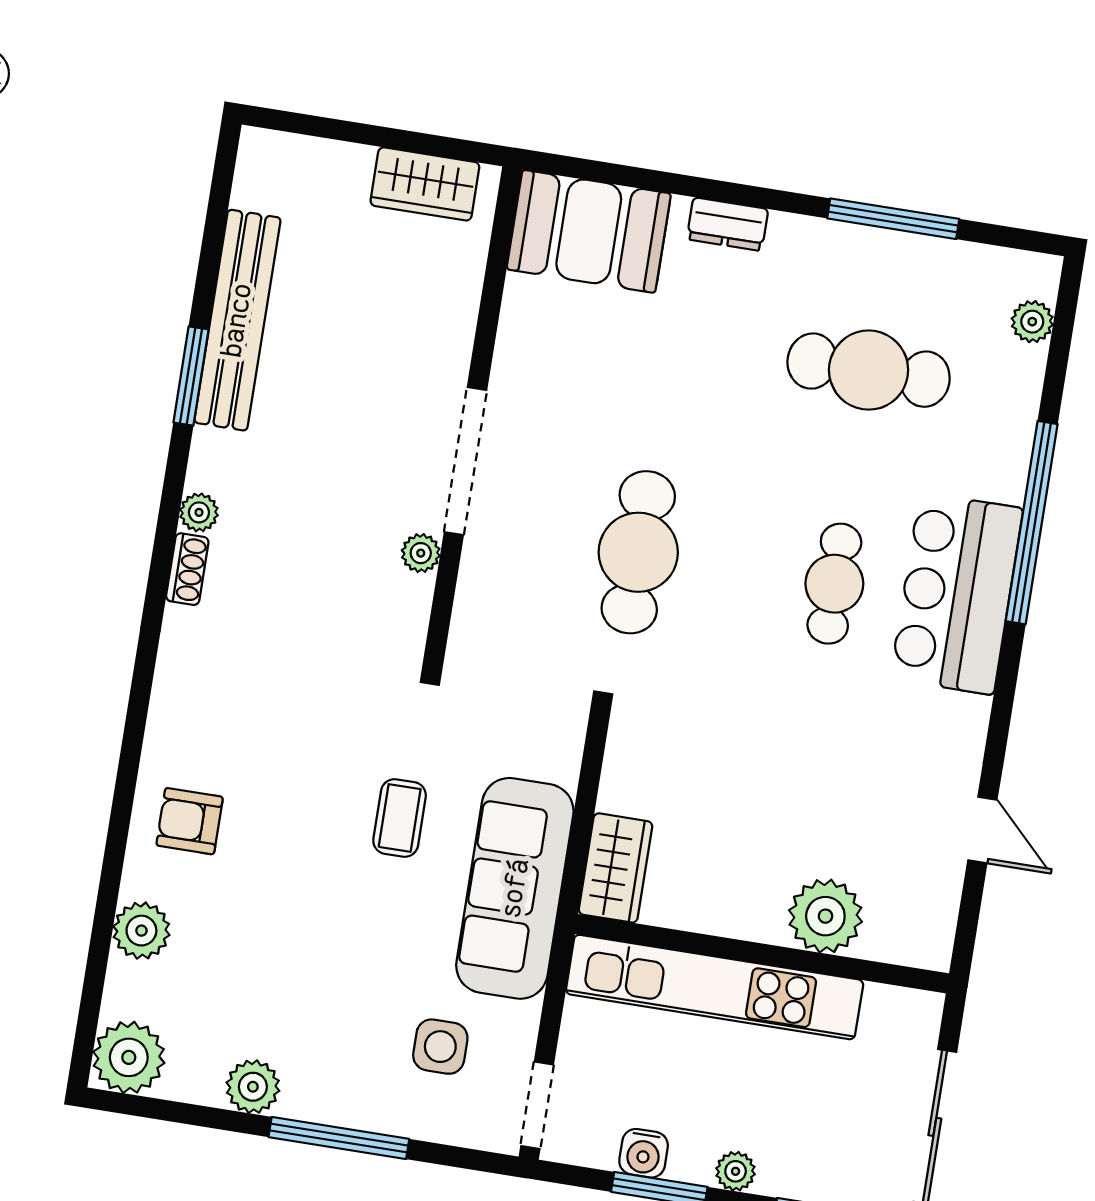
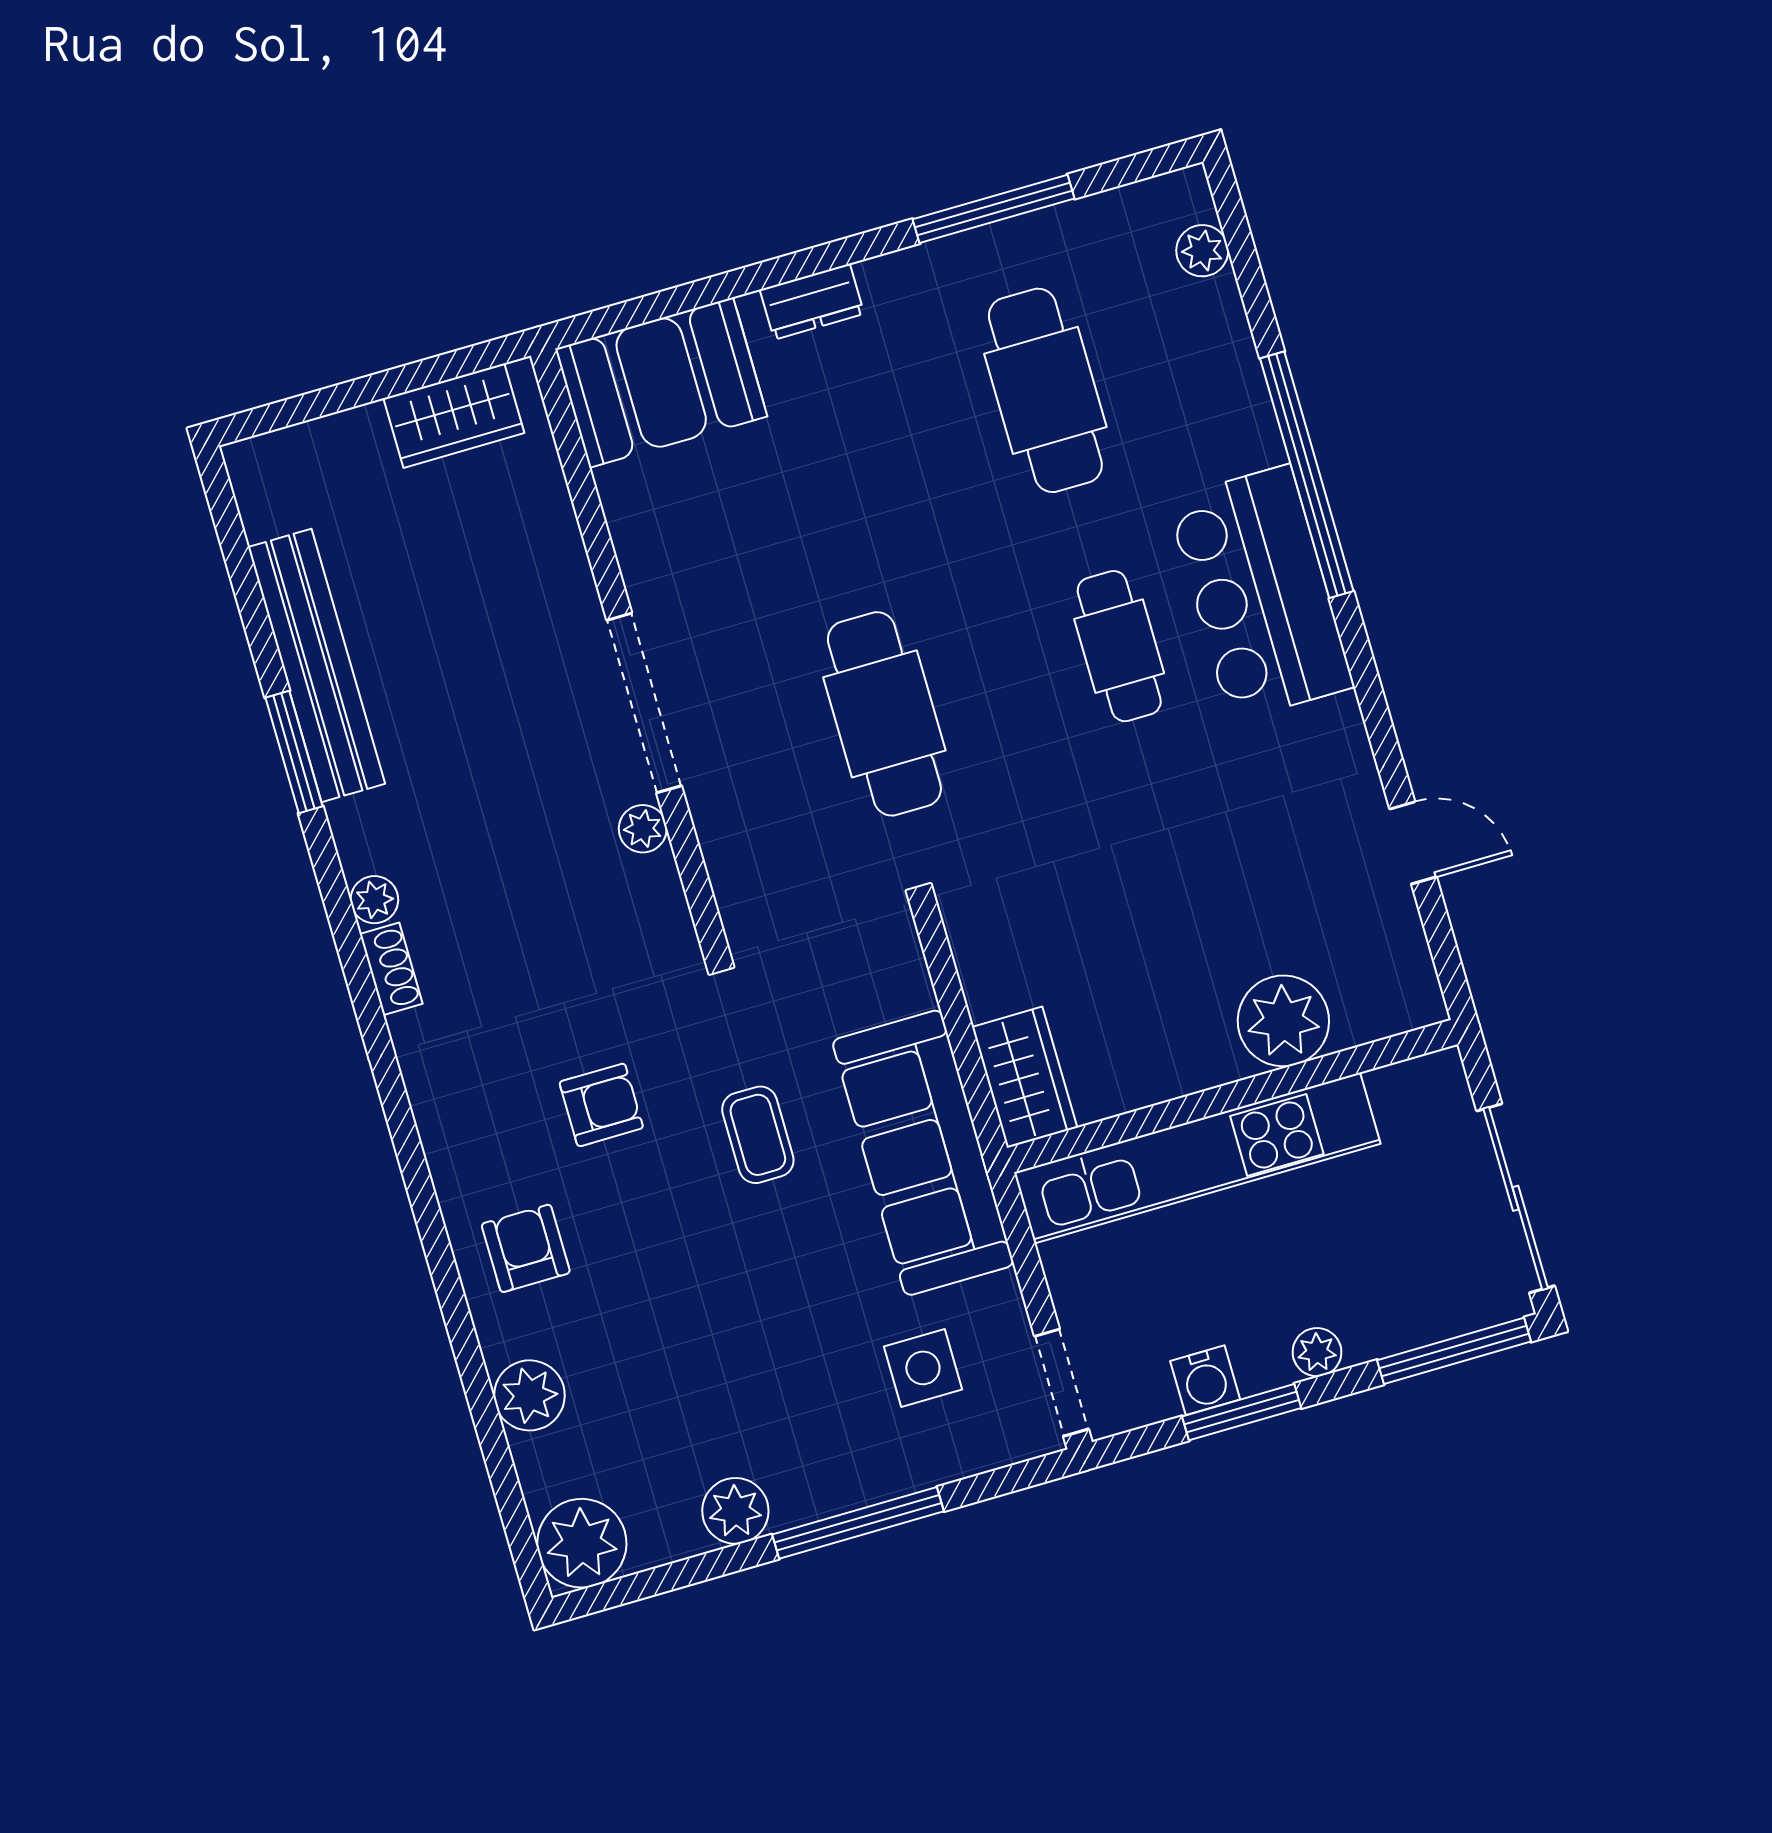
cafe table: (869, 370) -> (1045, 390), turned 90
armchair: (295, 742) -> (601, 1105), added
armchair: (190, 821) -> (526, 1248), turned 90

